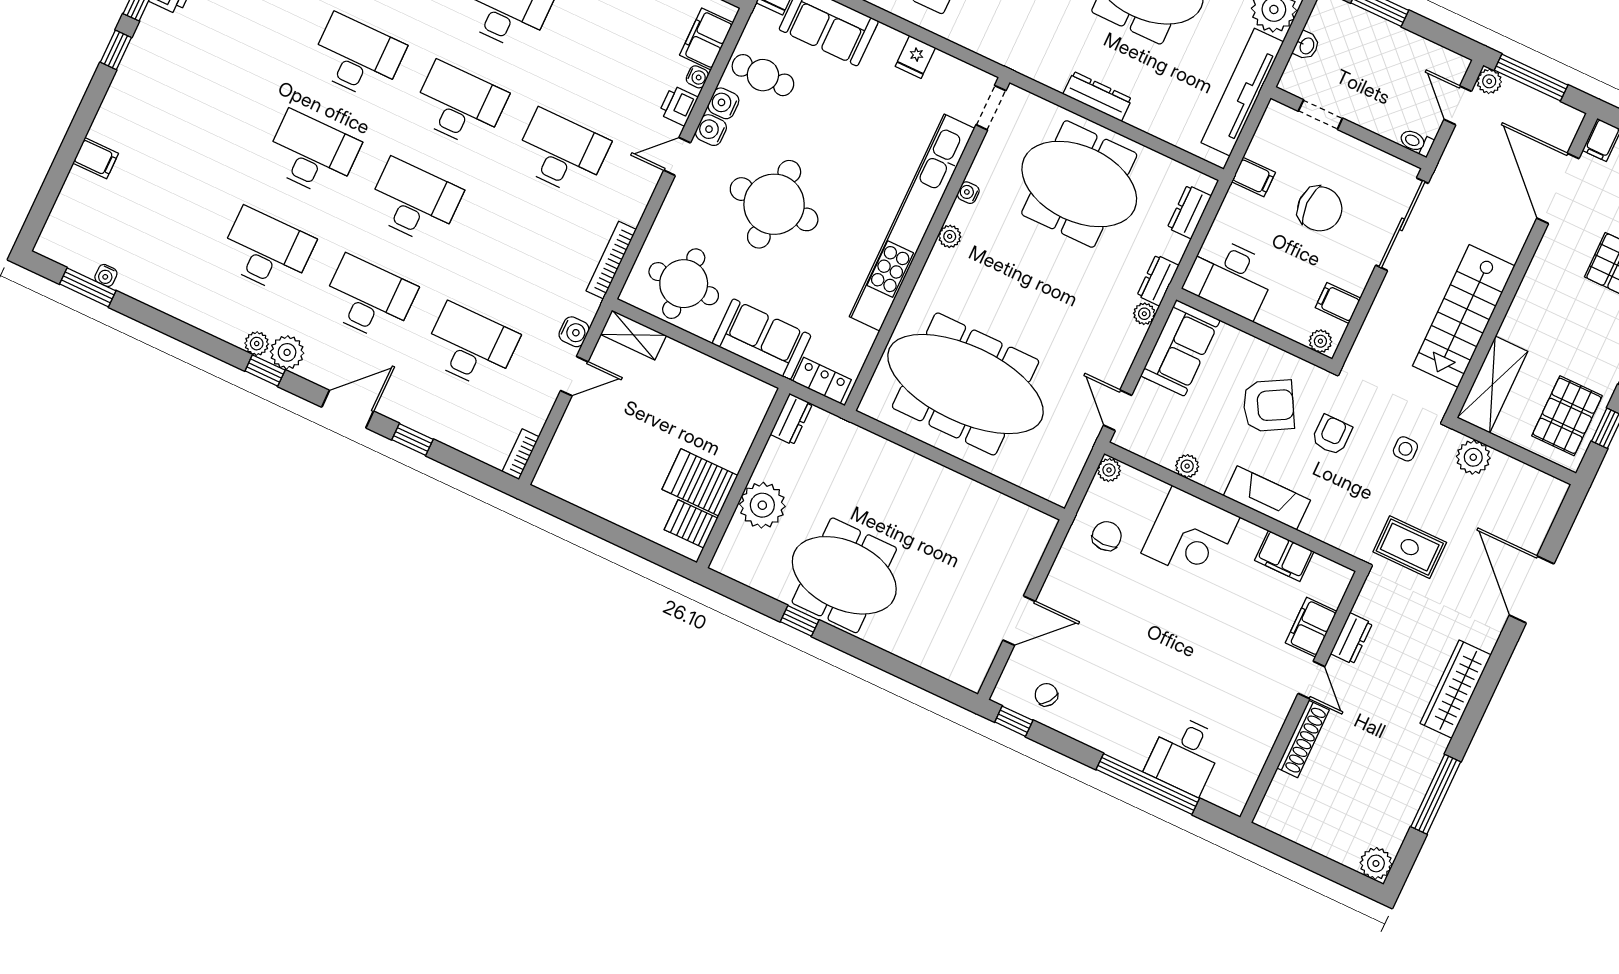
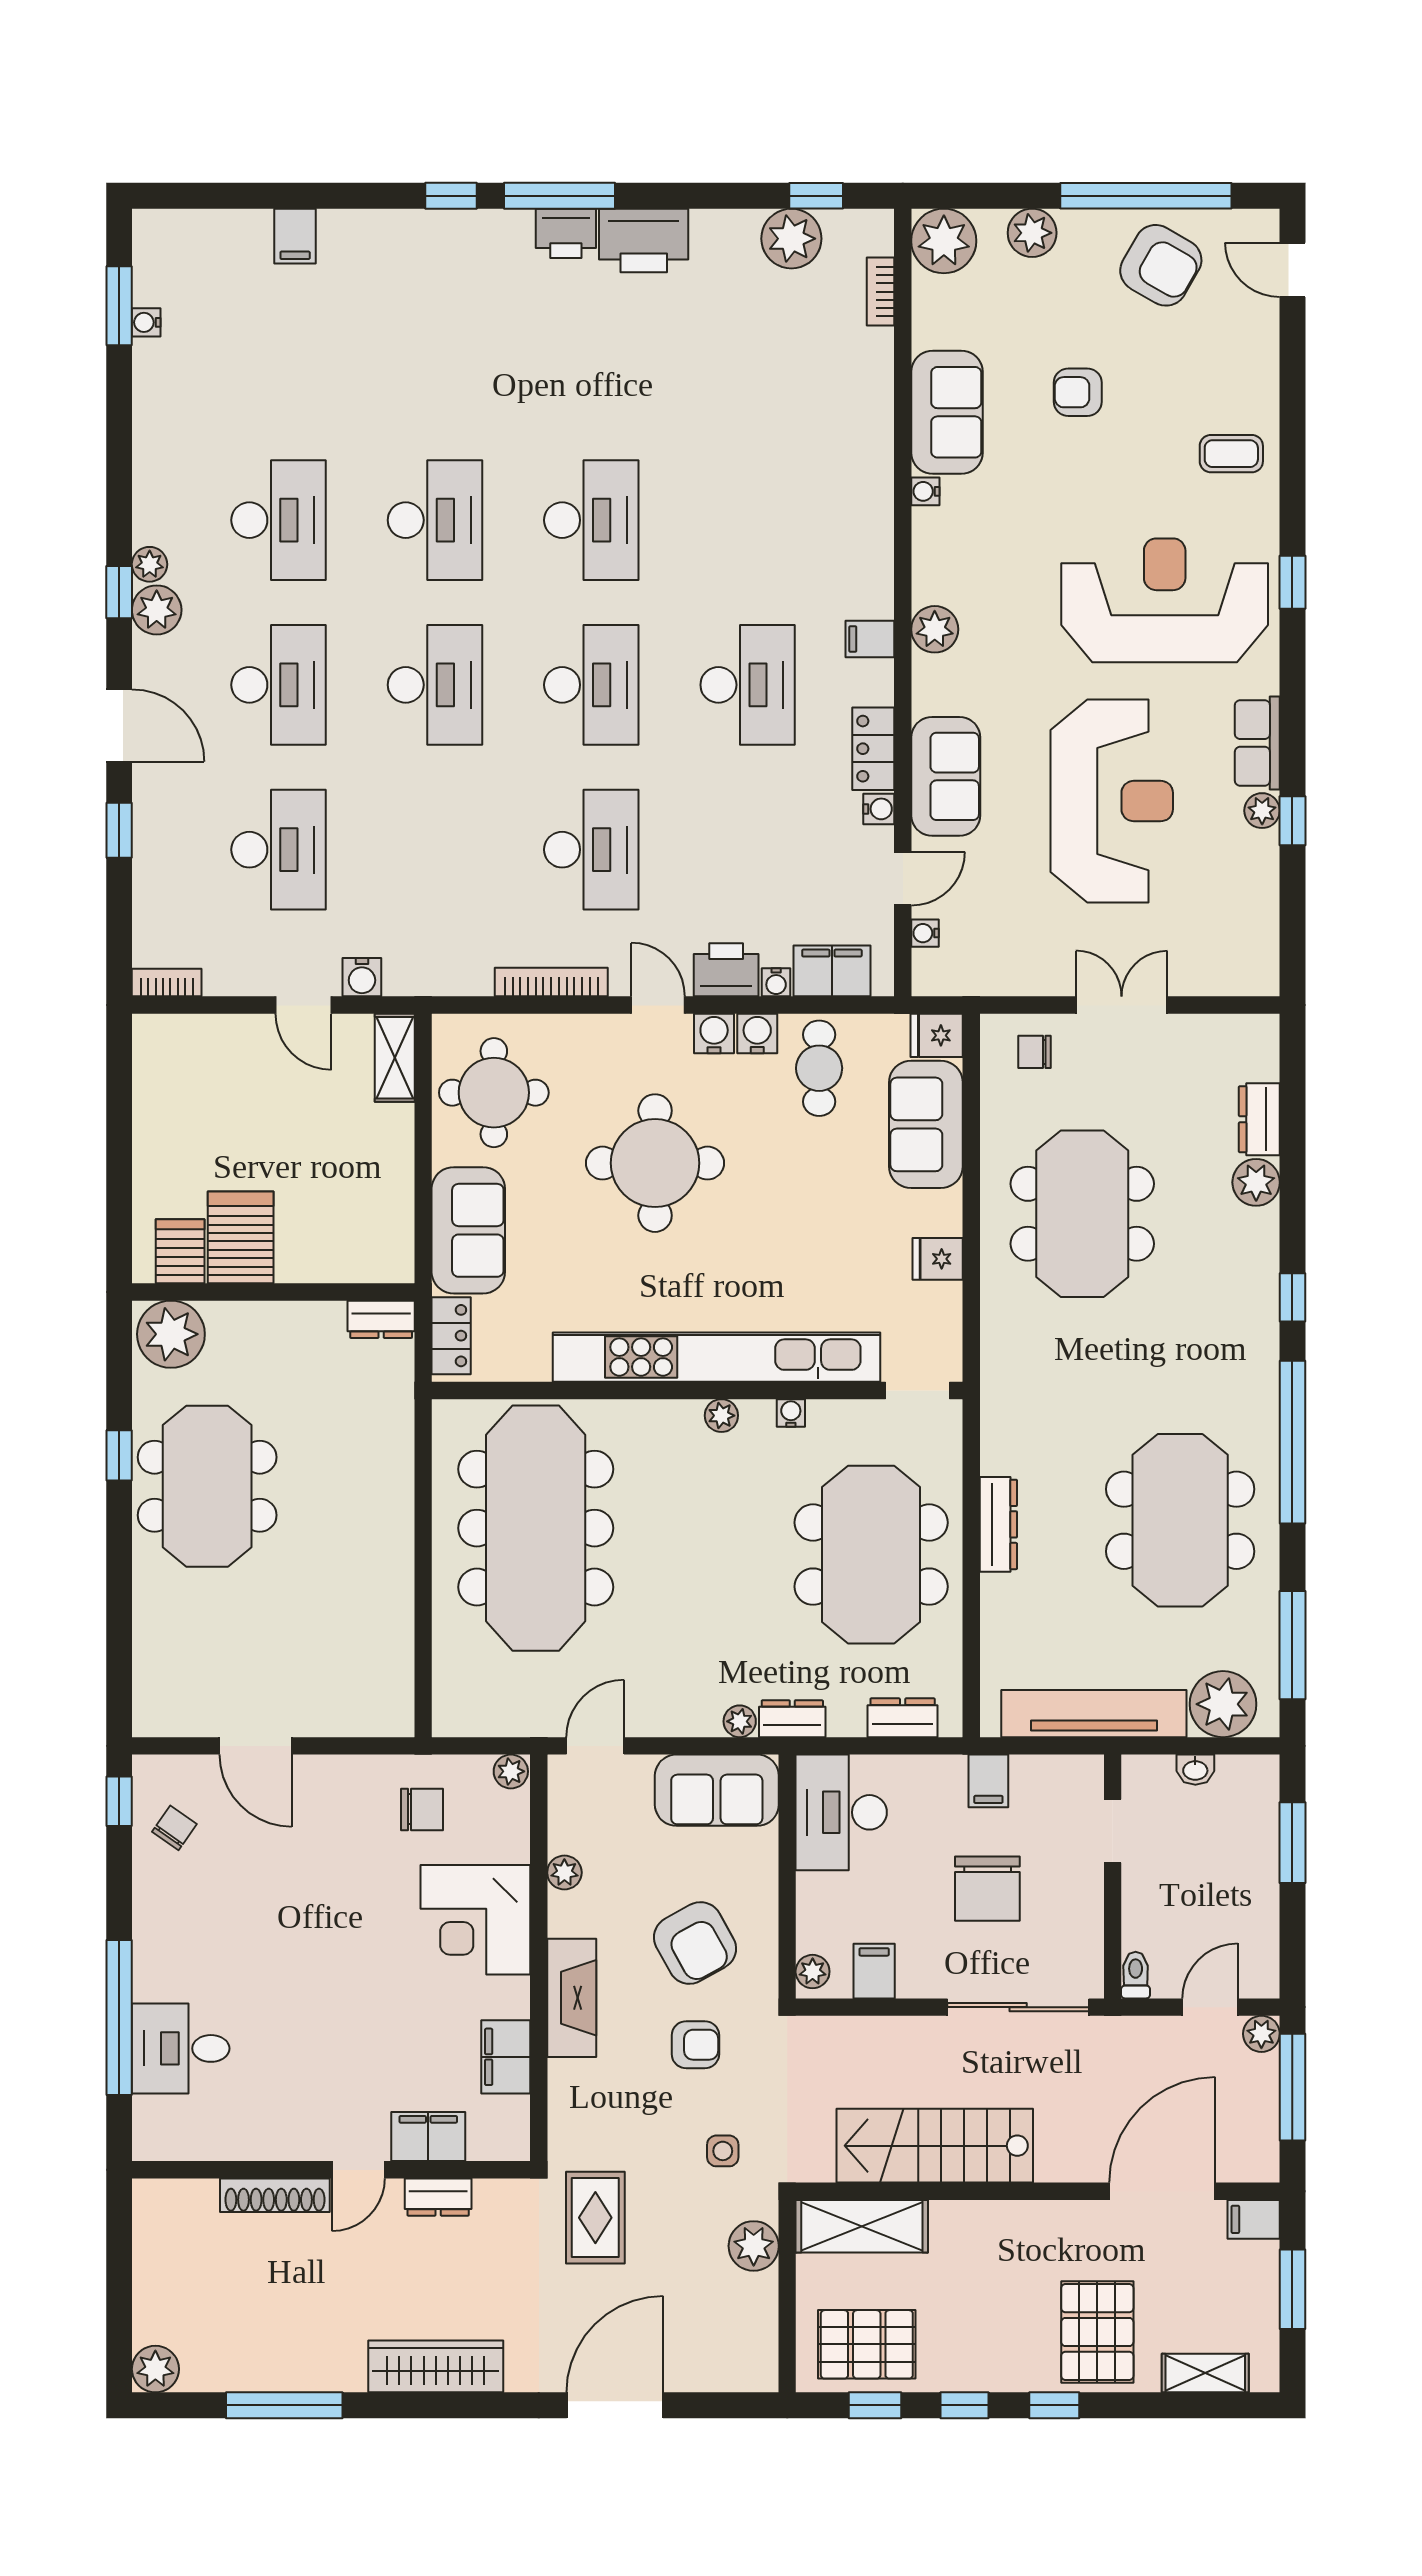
printer: (678, 106) -> (726, 970), width x1.36, depth x1.24
bookcase: (611, 260) -> (551, 982), moved
plant: (762, 505) -> (171, 1334), moved

